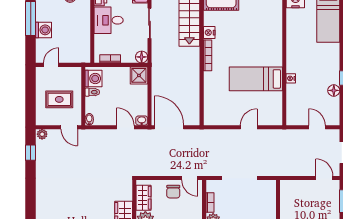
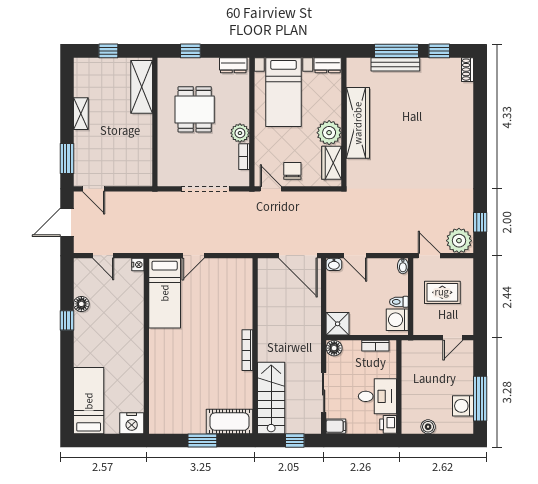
washing machine: (44, 30) -> (463, 406), moved
nightstand: (209, 33) -> (245, 380), removed
nightstand: (291, 78) -> (138, 265), moved
bed: (256, 79) -> (165, 293), moved, turned 90
plant: (42, 134) -> (459, 241), width x1.87, depth x1.87

